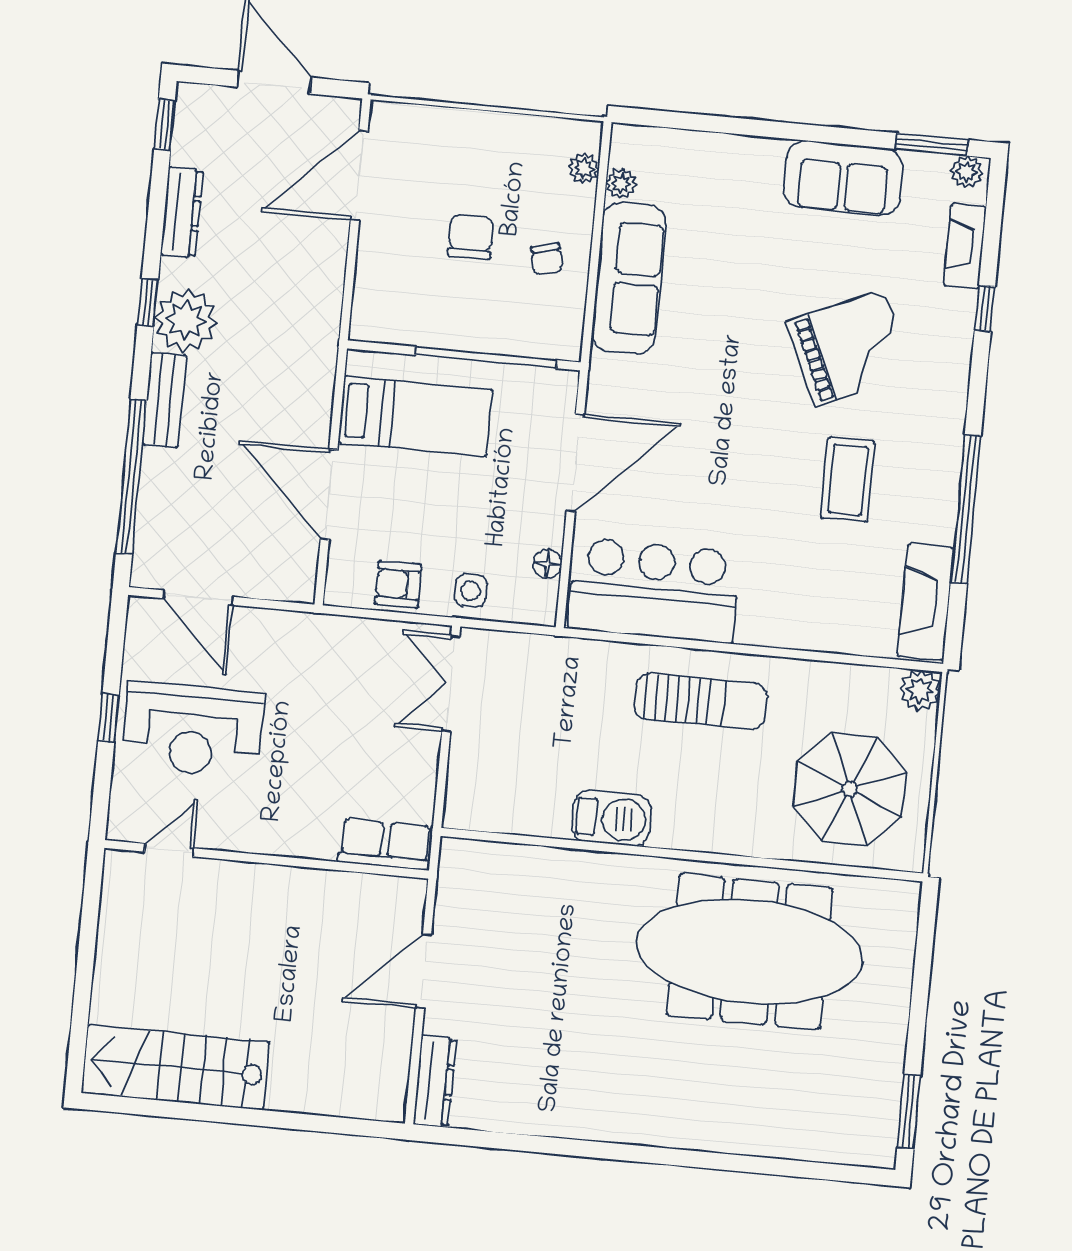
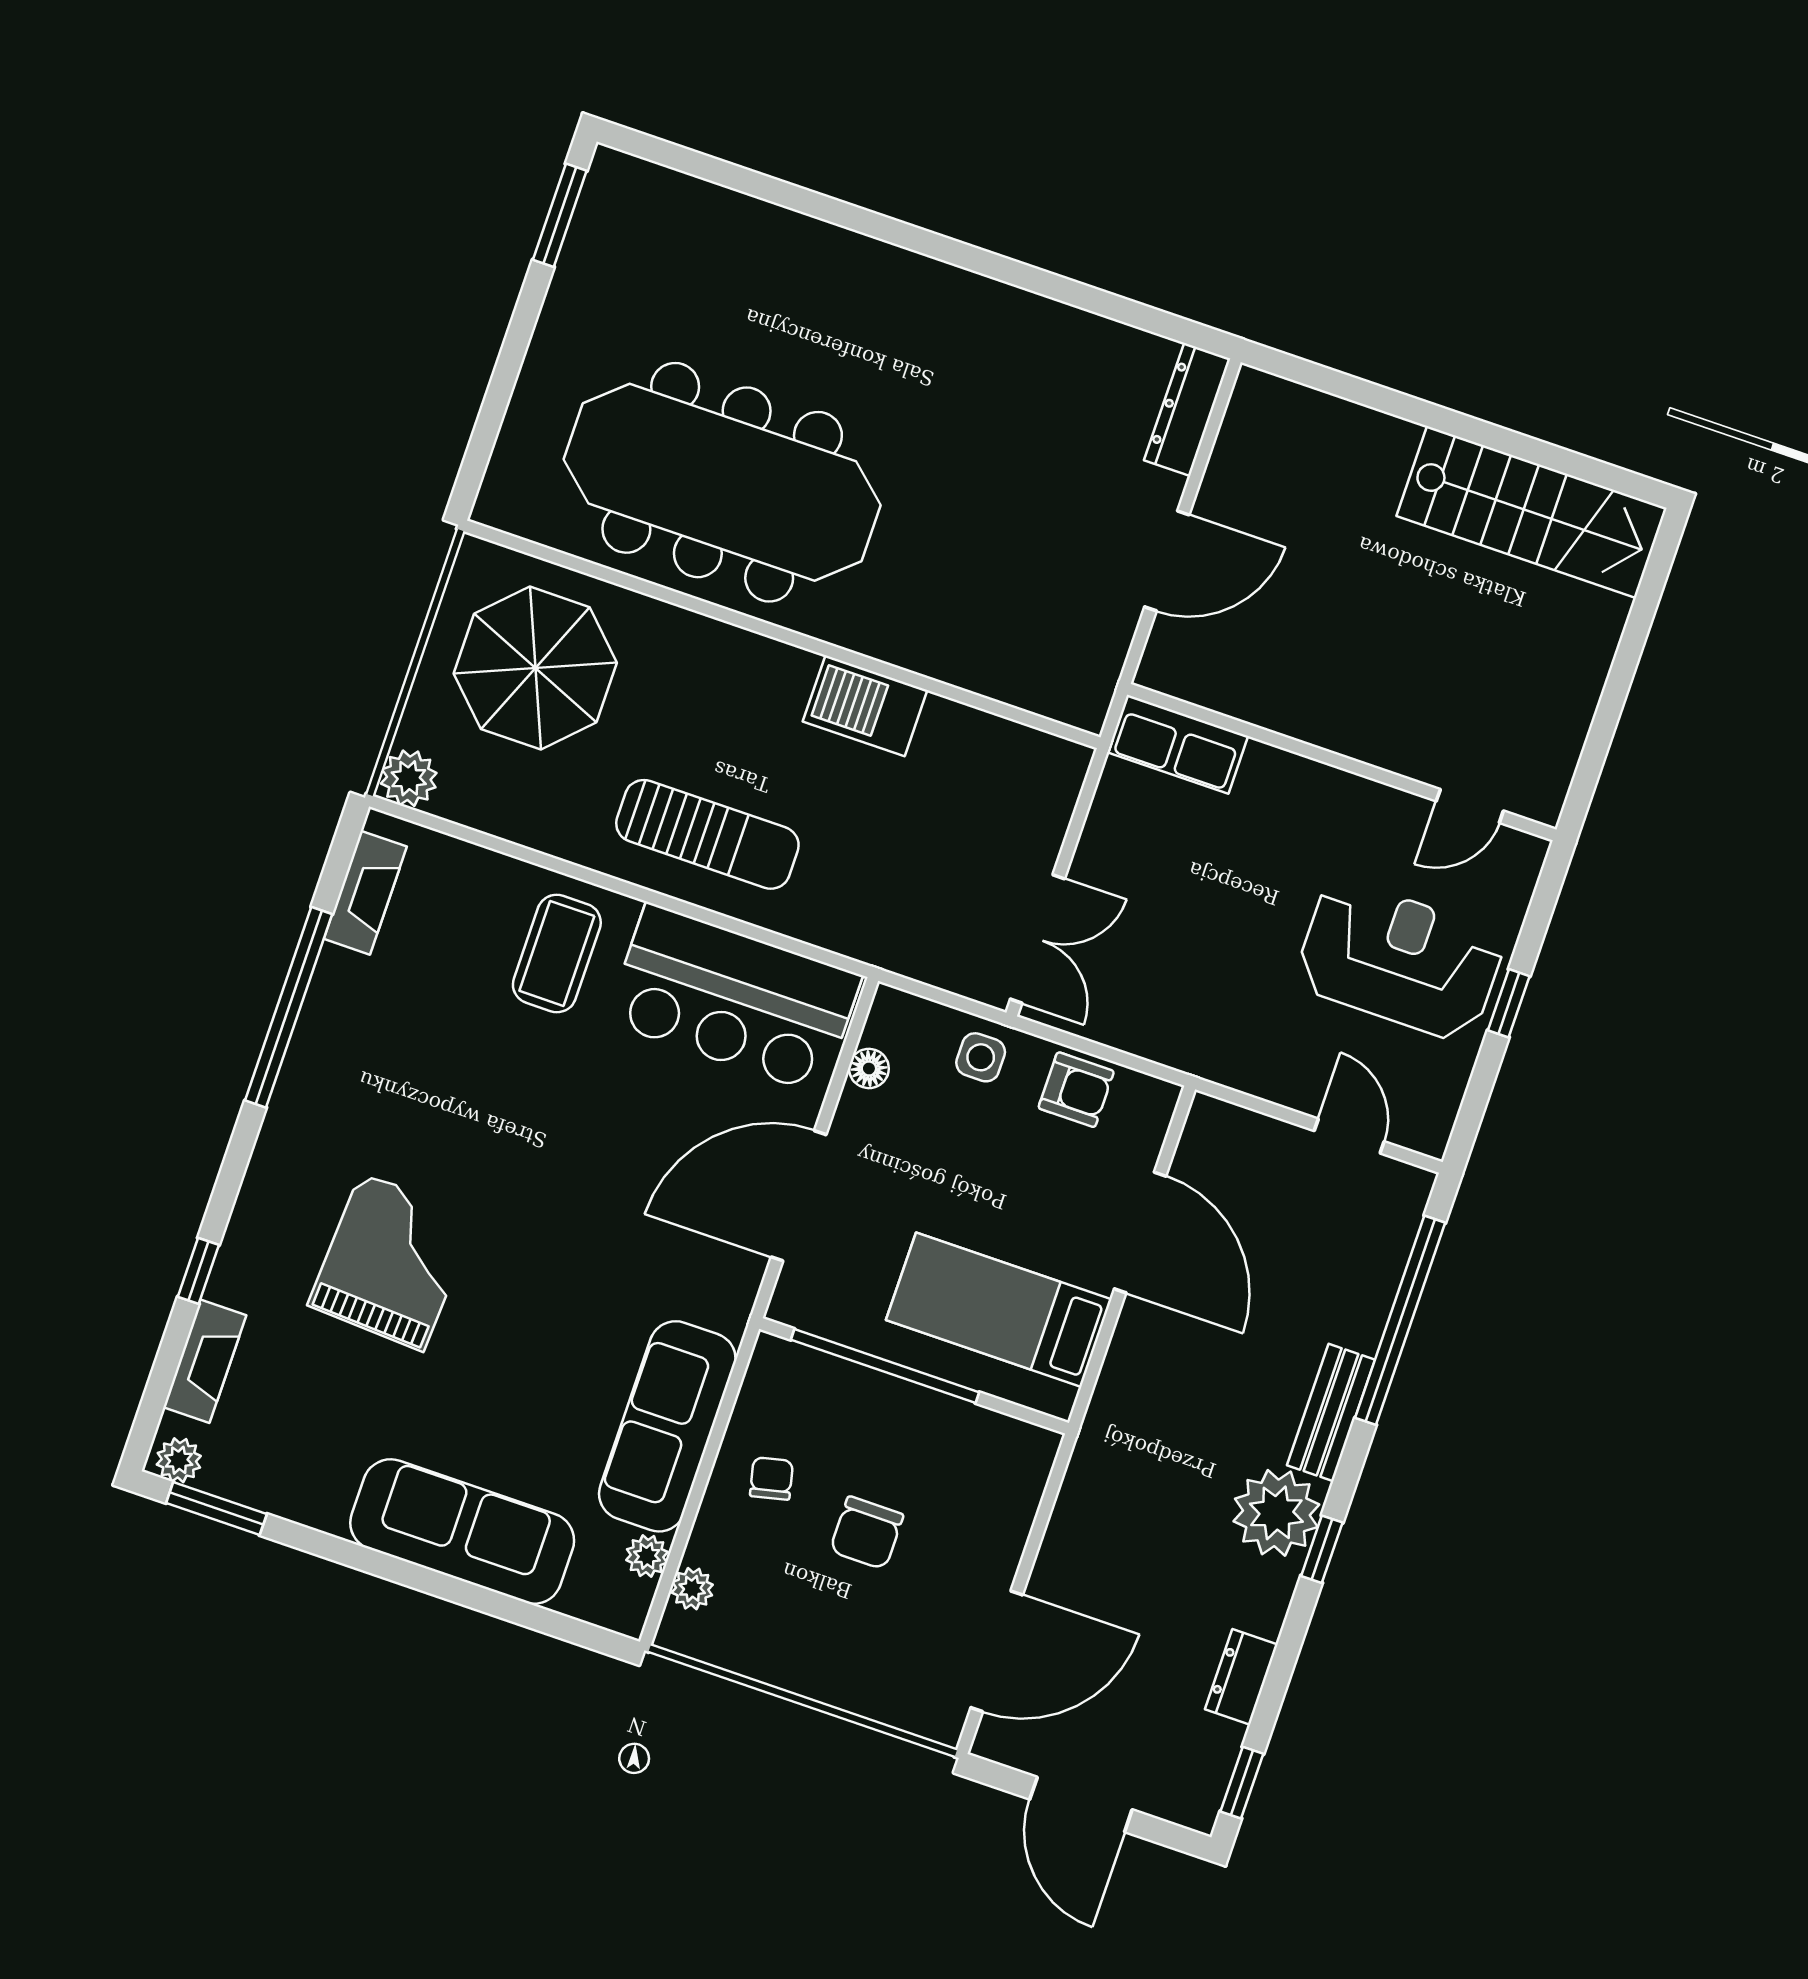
sofa: (843, 178) -> (462, 1532), moved, width x1.36
dresser: (182, 212) -> (1241, 1677), width x0.70
grand piano: (850, 348) -> (392, 1262), turned 117
coffee table: (848, 480) -> (557, 953), moved
door: (198, 598) -> (1349, 1136), width x0.73
fireplace: (926, 602) -> (365, 893), width x0.73, depth x0.76
sun lounger: (701, 701) -> (707, 834), turned 180

